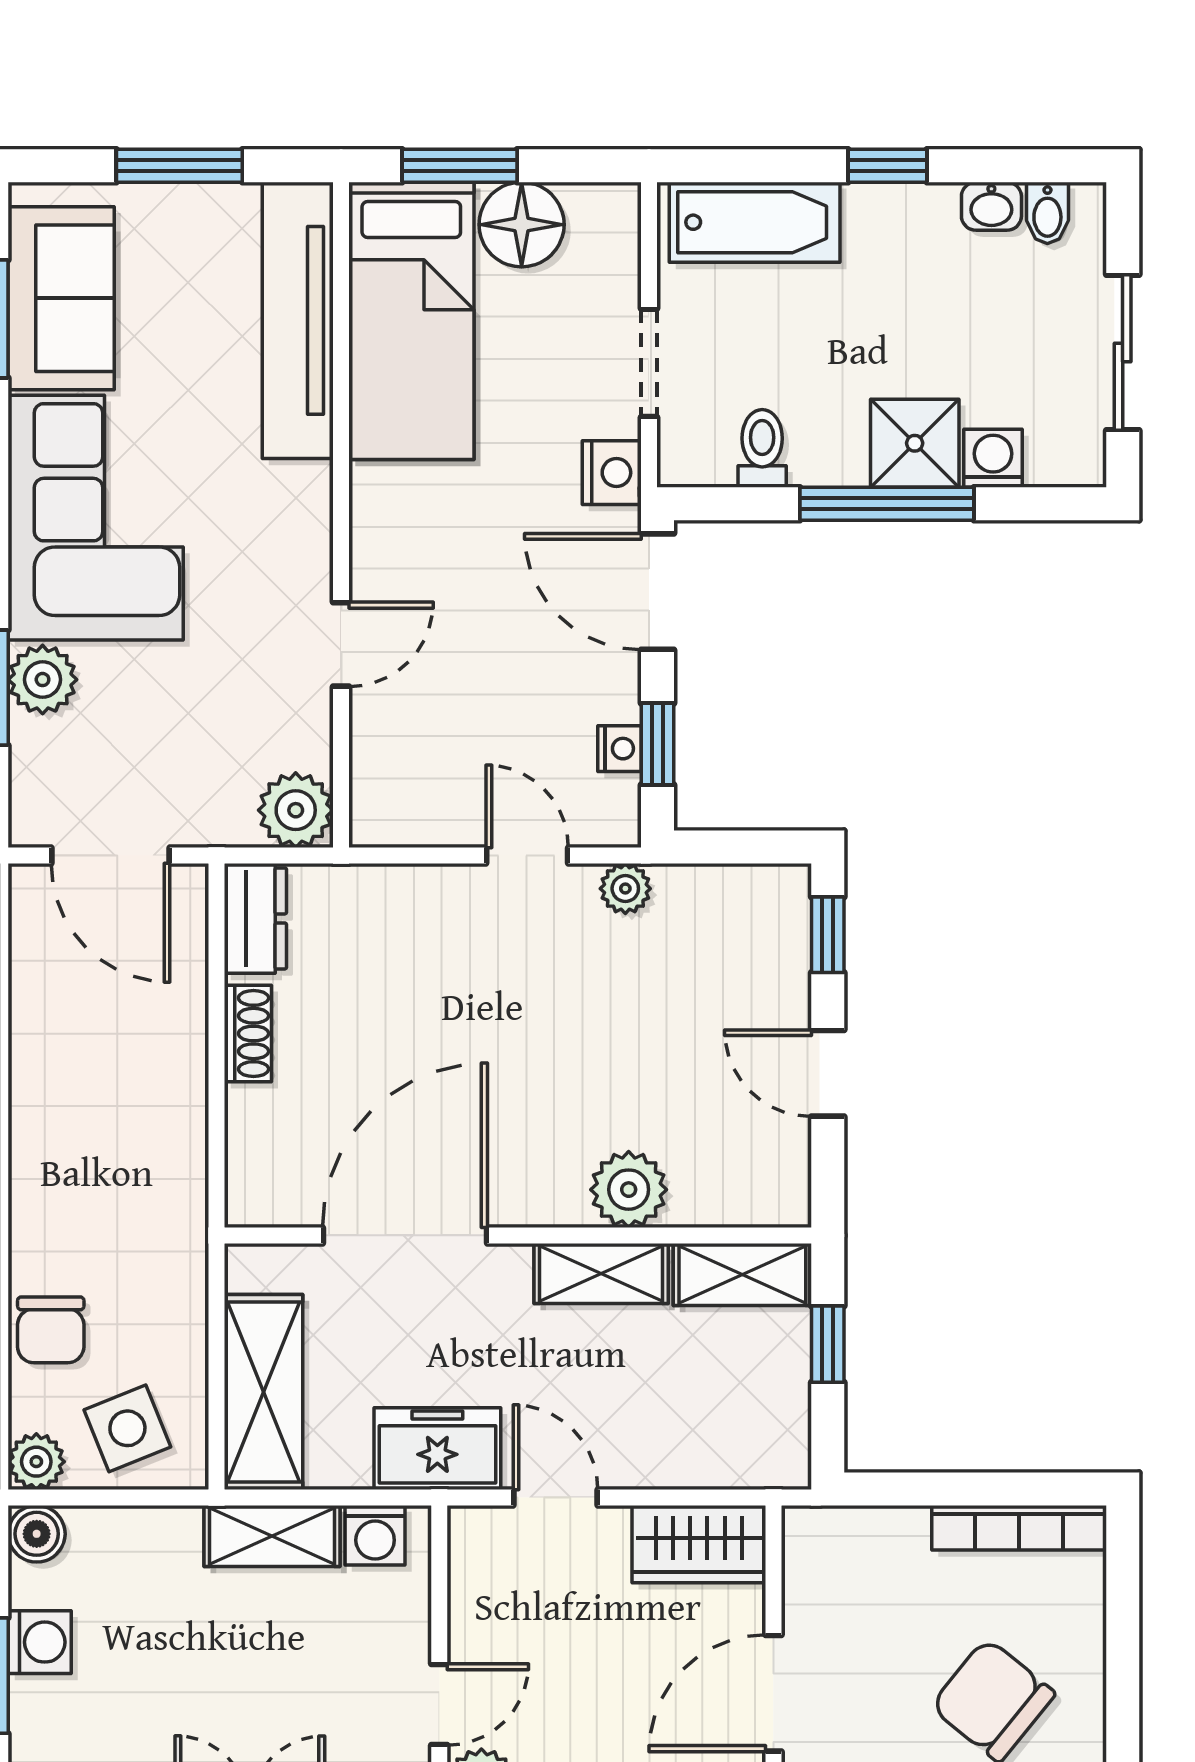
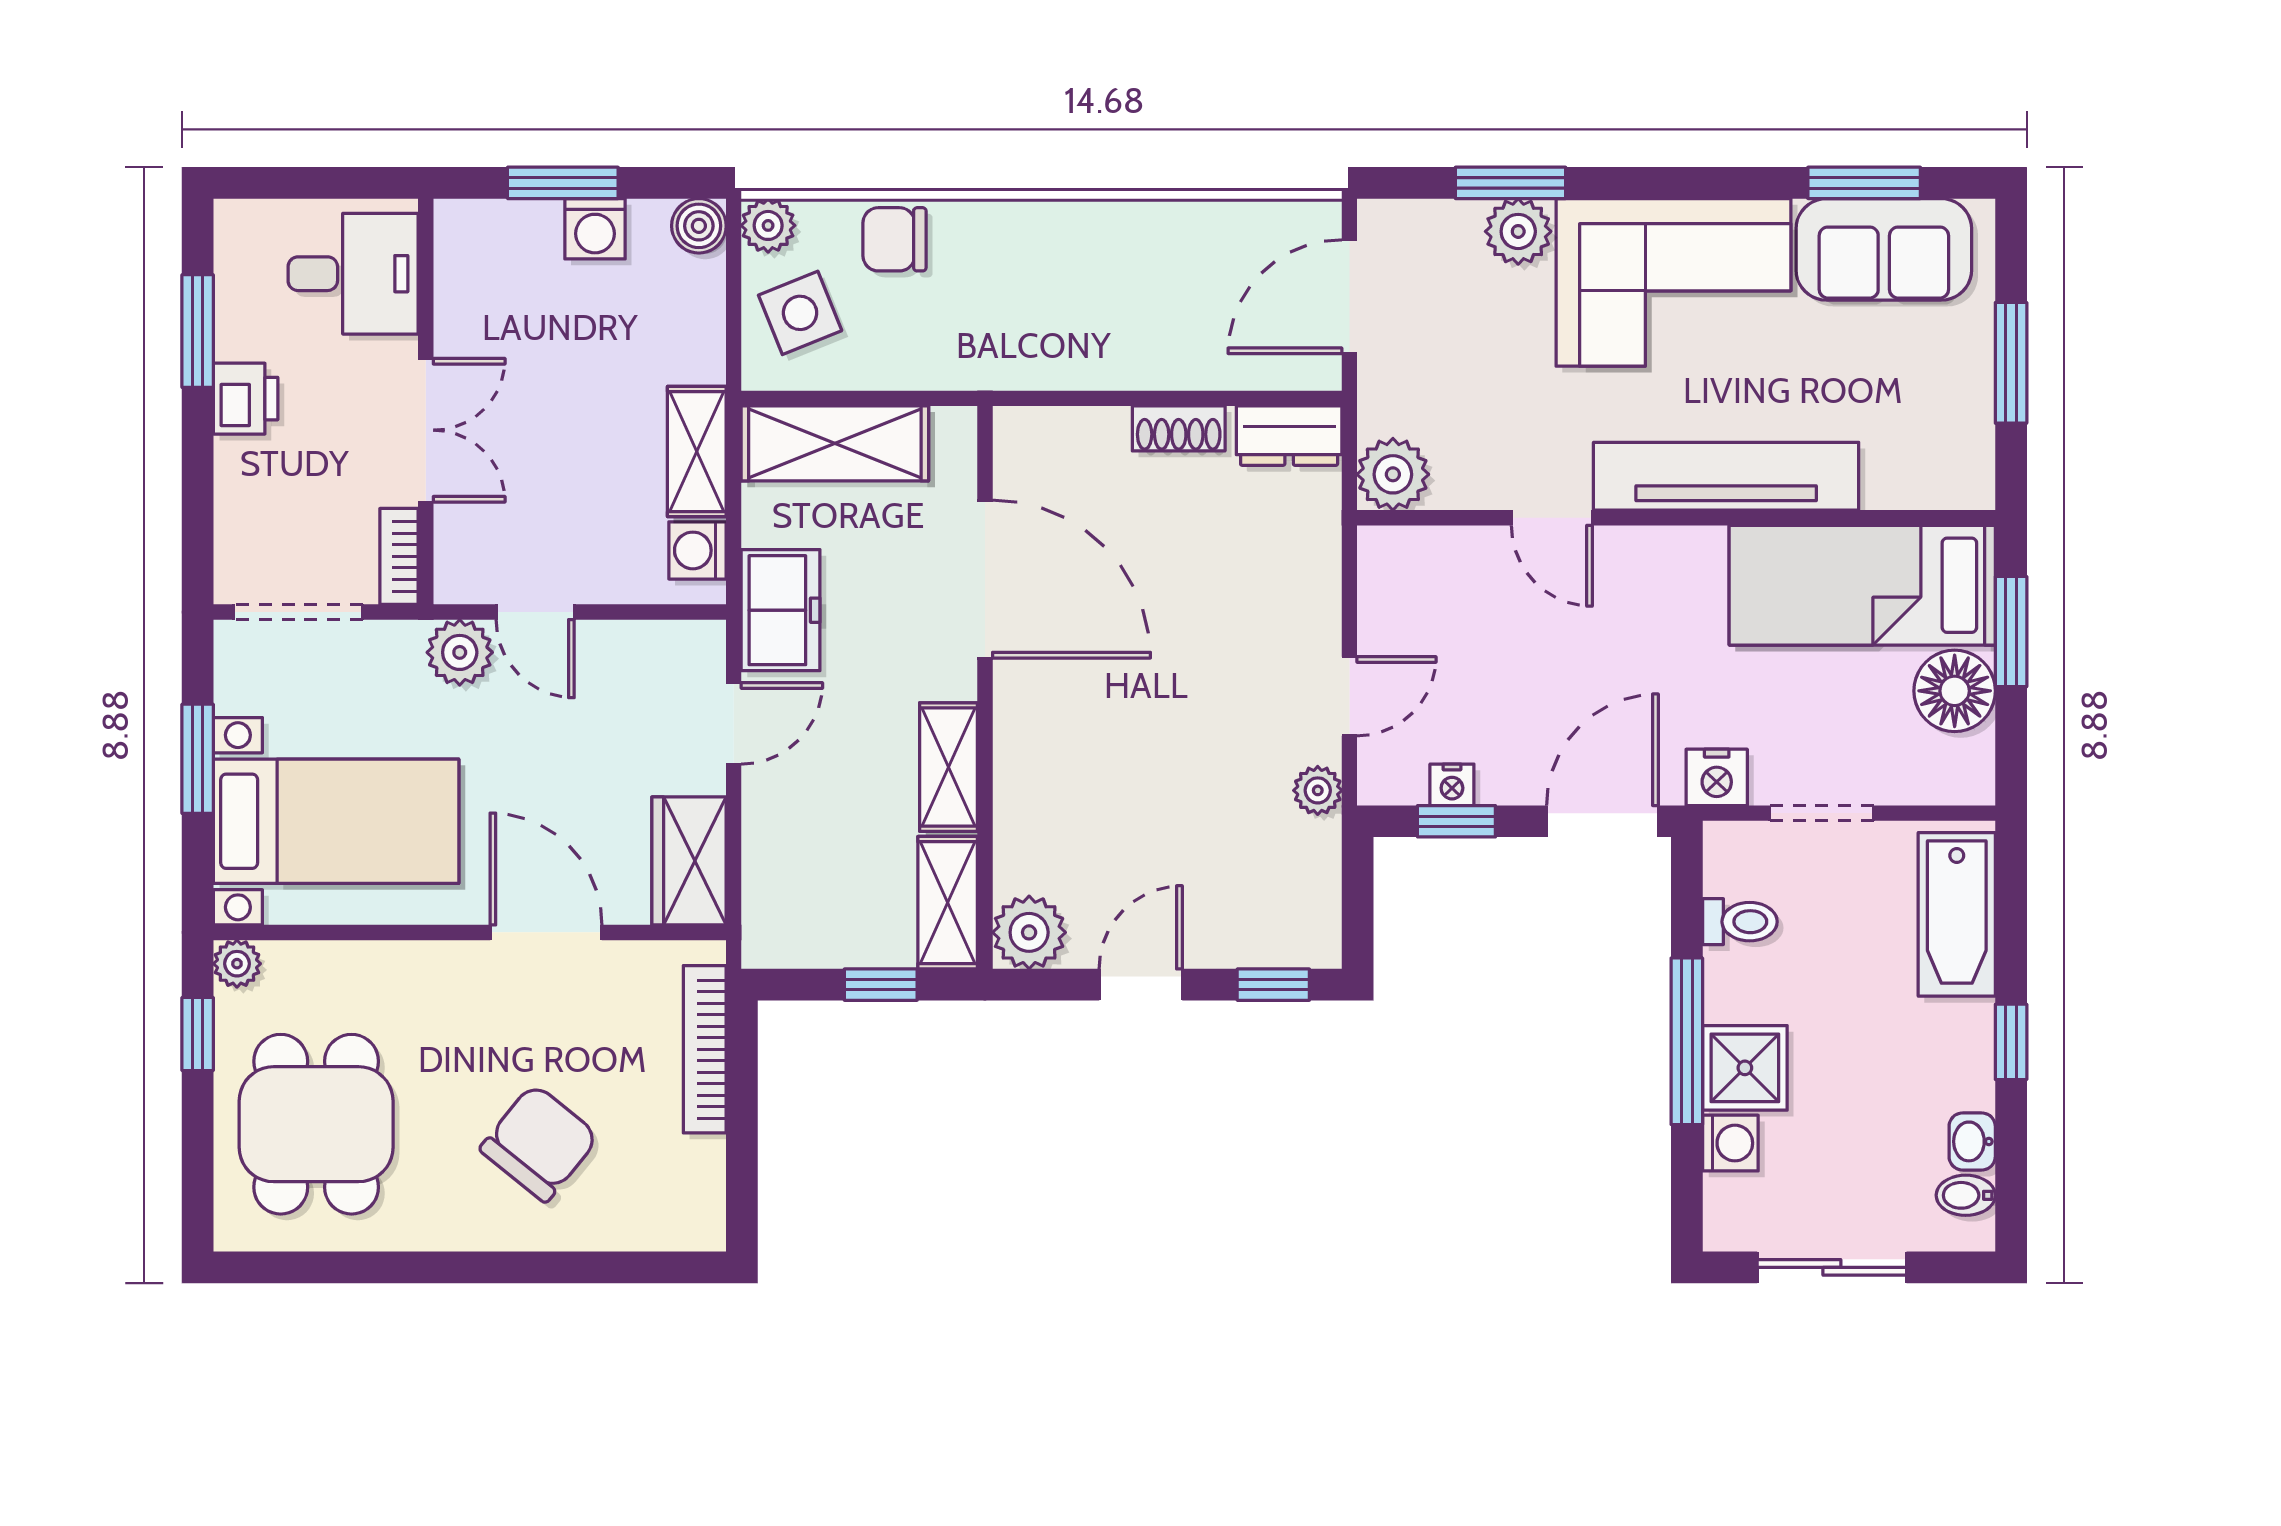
tv unit: (298, 320) -> (1726, 476), moved
plant: (629, 1190) -> (1029, 932), moved
bookcase: (1019, 1528) -> (705, 1049), moved

